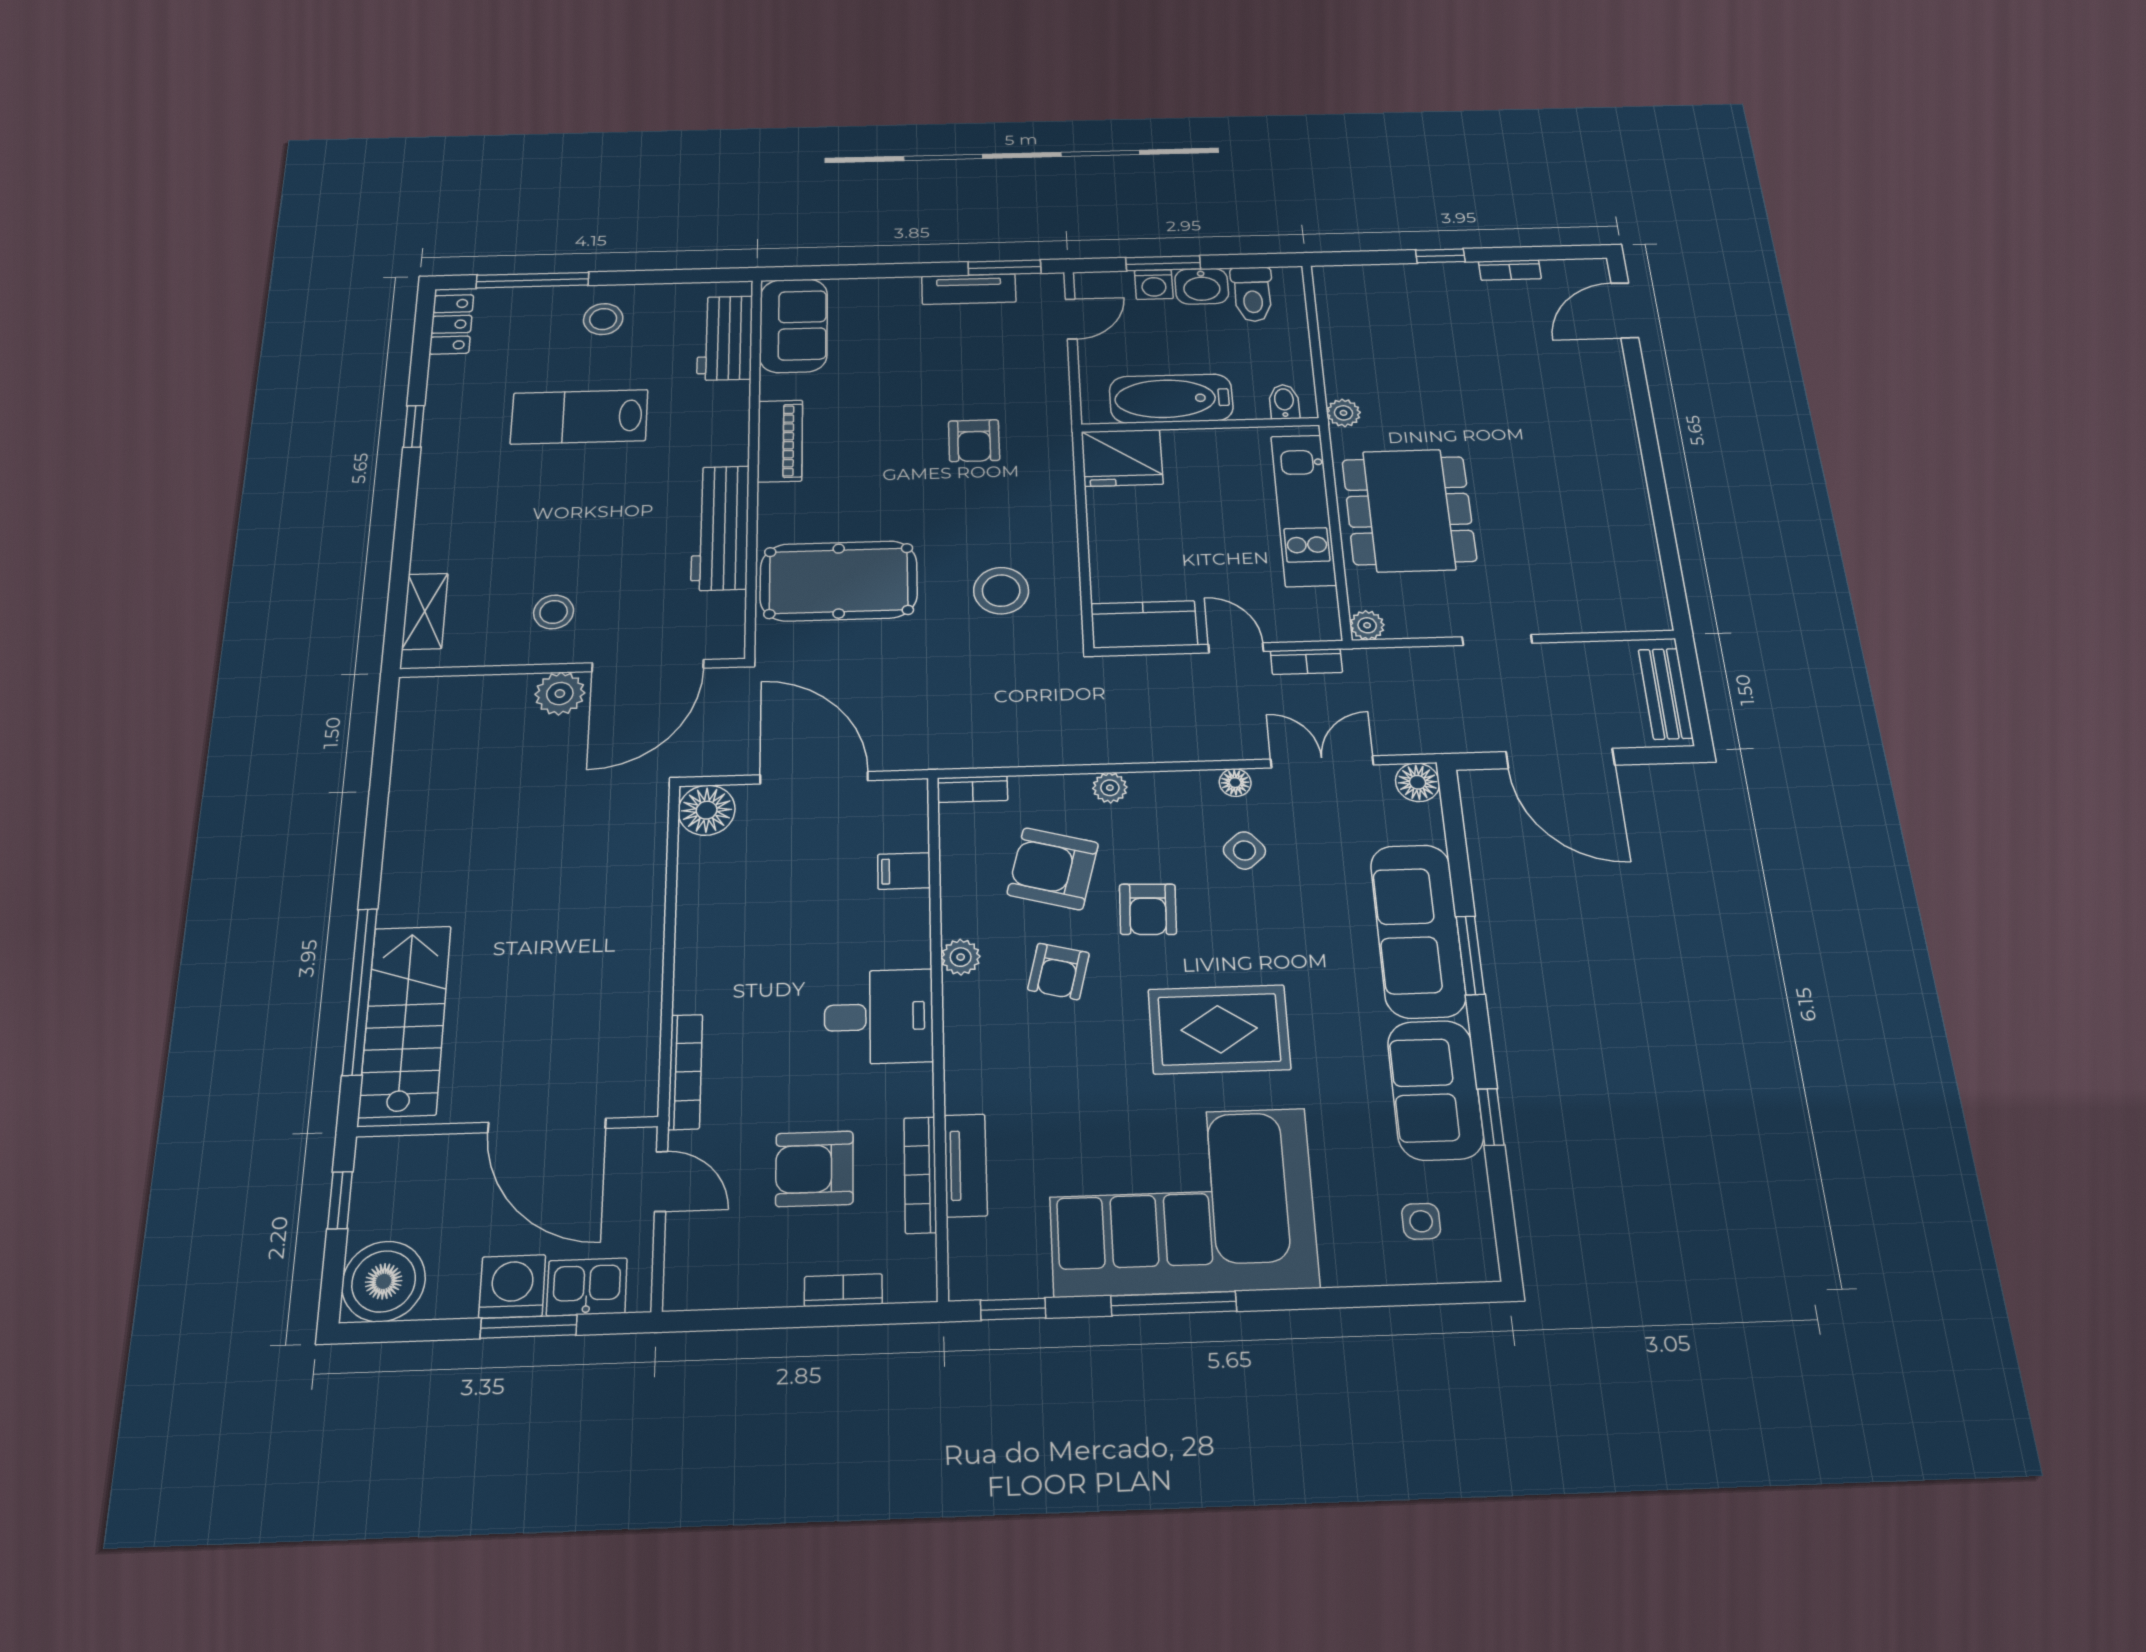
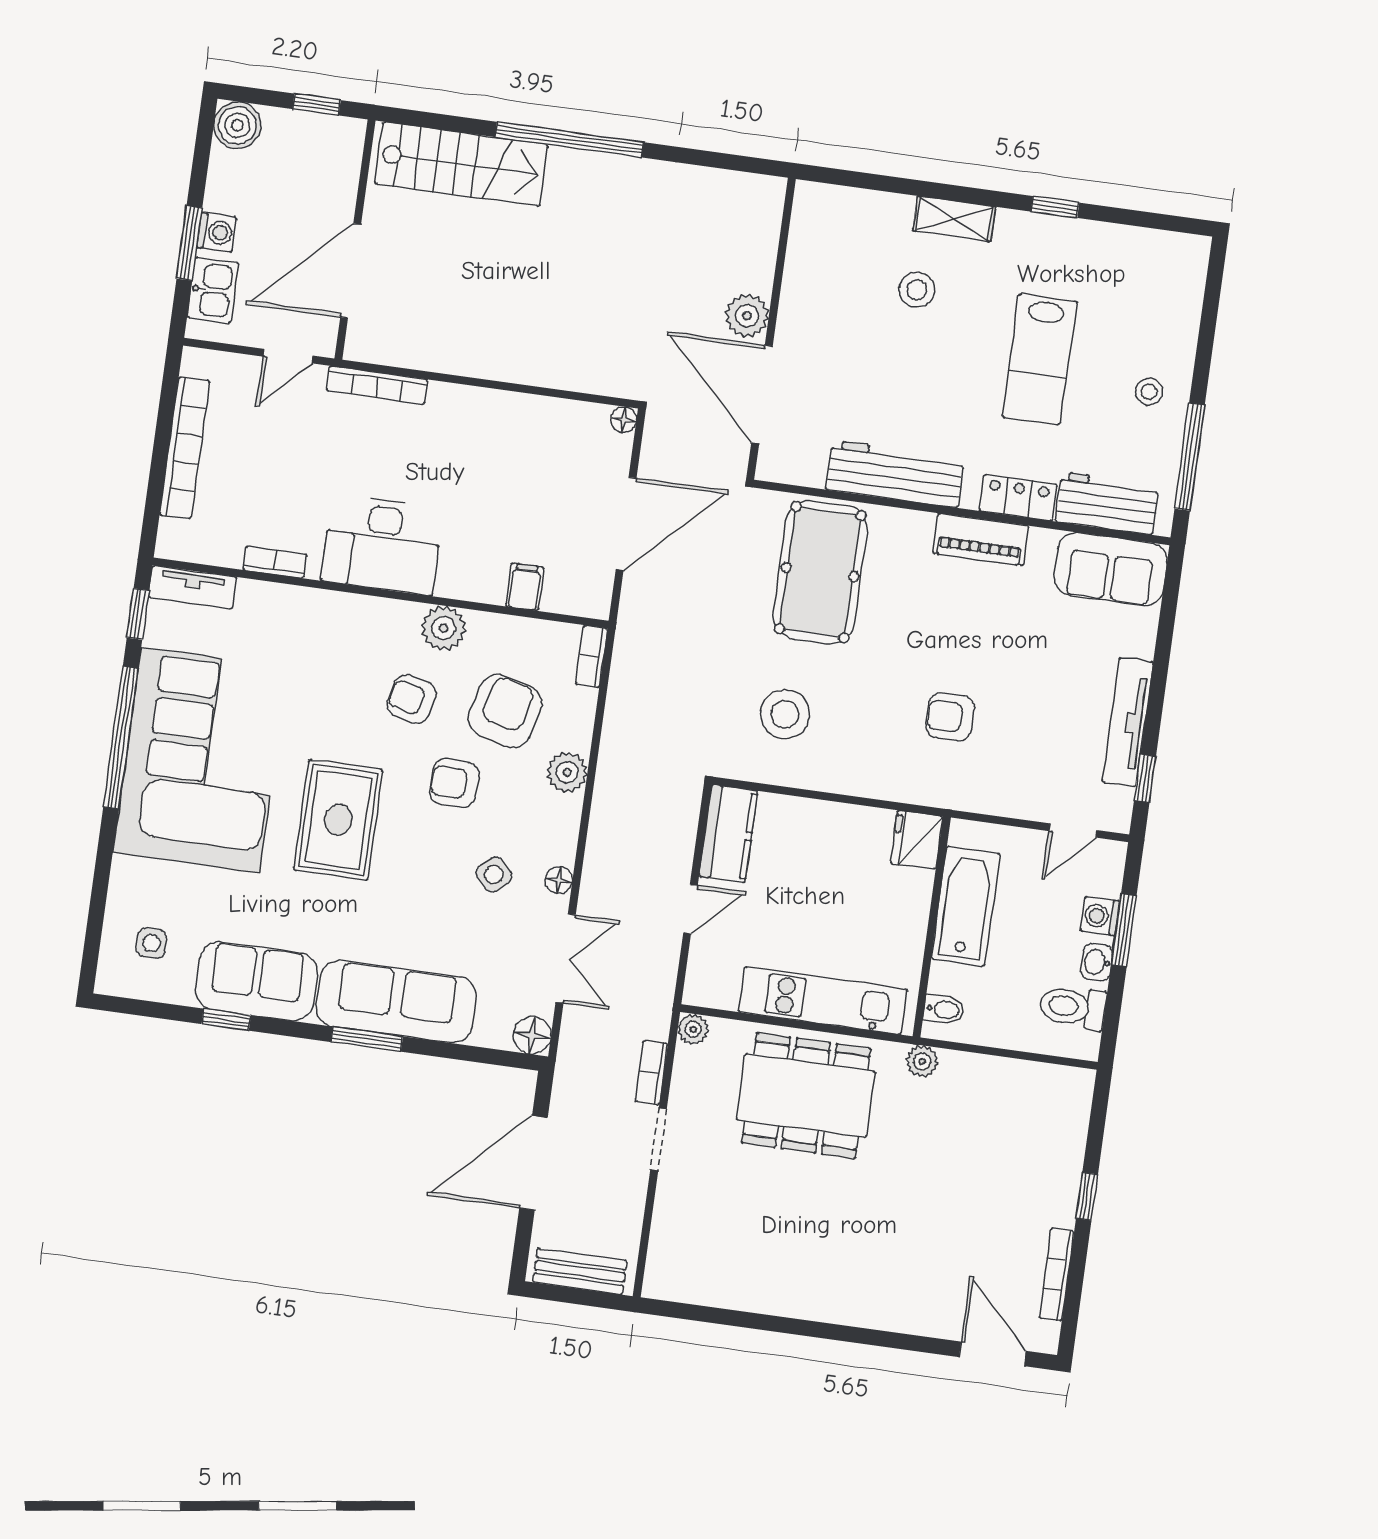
window: (1005, 268) -> (1145, 778), width x0.67
bookcase: (1510, 270) -> (1056, 1274), width x1.56
window: (532, 280) -> (1190, 457), moved
washbasin: (1202, 286) -> (1097, 962), width x0.72, depth x0.69
tv unit: (969, 289) -> (1128, 722), width x1.41
stool: (603, 319) -> (1149, 392), width x0.73, depth x0.73
door: (1071, 319) -> (1073, 831), hinge flipped
locker: (451, 324) -> (1018, 498), moved, turned 180
lab bench: (579, 417) -> (1040, 359), turned 180
fridge: (1122, 458) -> (917, 840), width x0.73, depth x0.75
shelving: (425, 611) -> (954, 219), moved
stool: (554, 612) -> (917, 290), moved
bookcase: (1306, 662) -> (651, 1072), moved
plant: (1110, 788) -> (567, 772), width x1.38, depth x1.38
floor lamp: (707, 810) -> (624, 420), width x0.53, depth x0.53
plant: (961, 957) -> (444, 628), width x1.38, depth x1.38
window: (360, 991) -> (569, 140), moved
desk: (879, 1017) -> (382, 545), width x1.37
tv unit: (966, 1165) -> (192, 587), moved
armchair: (814, 1169) -> (277, 477), removed
bookcase: (920, 1175) -> (275, 562), width x0.64
boiler: (384, 1281) -> (237, 125), width x0.73, depth x0.73
washing machine: (512, 1286) -> (217, 232), width x0.73, depth x0.73
bookcase: (843, 1290) -> (185, 448), width x2.31, depth x1.31
window: (1174, 1303) -> (121, 738), width x1.46

